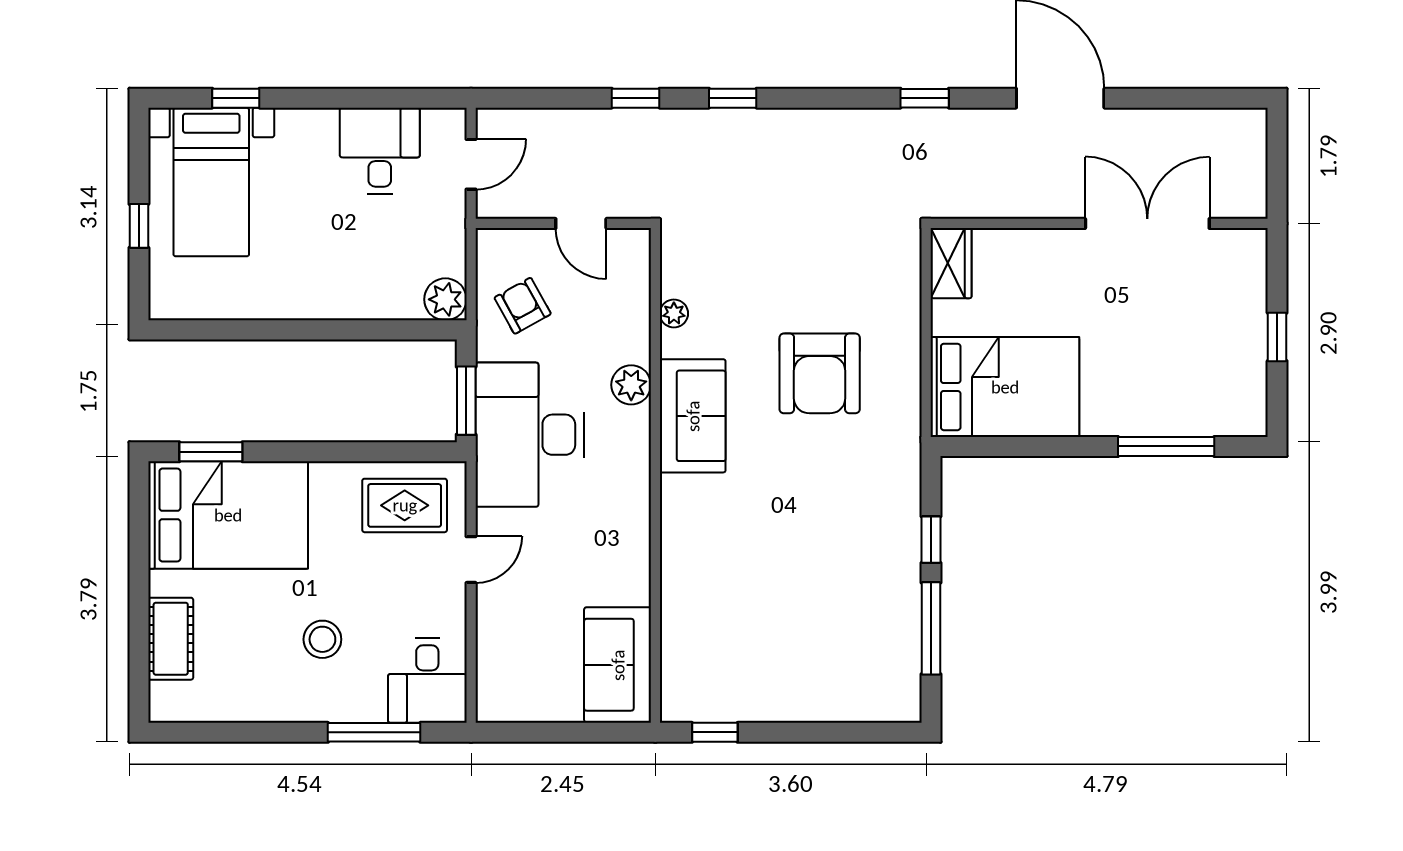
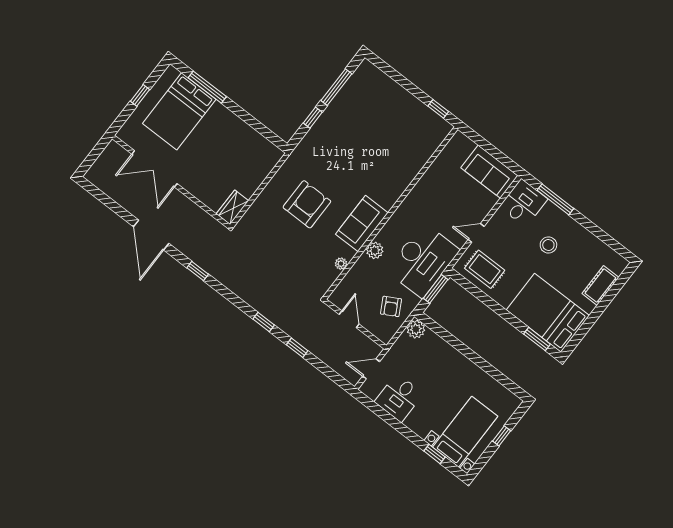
bed: (1005, 387) -> (179, 111), moved, turned -90
sofa: (618, 665) -> (489, 172), moved, turned 90

